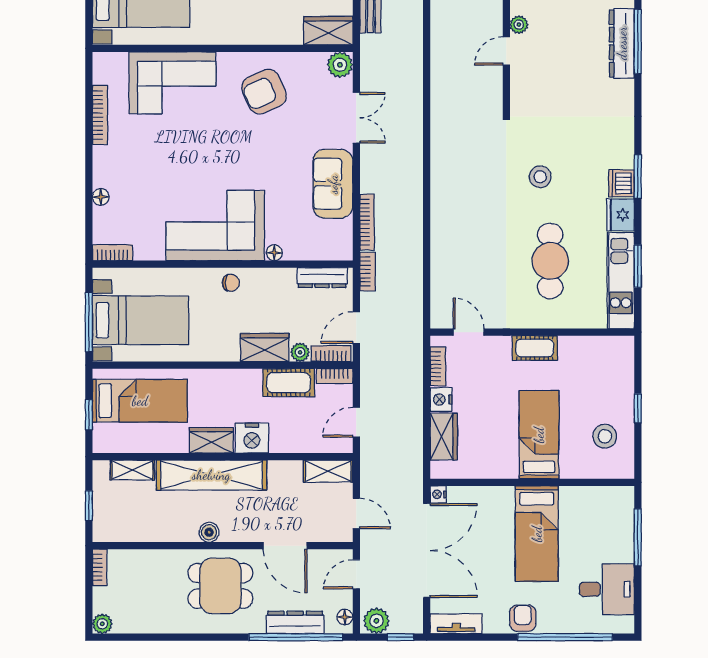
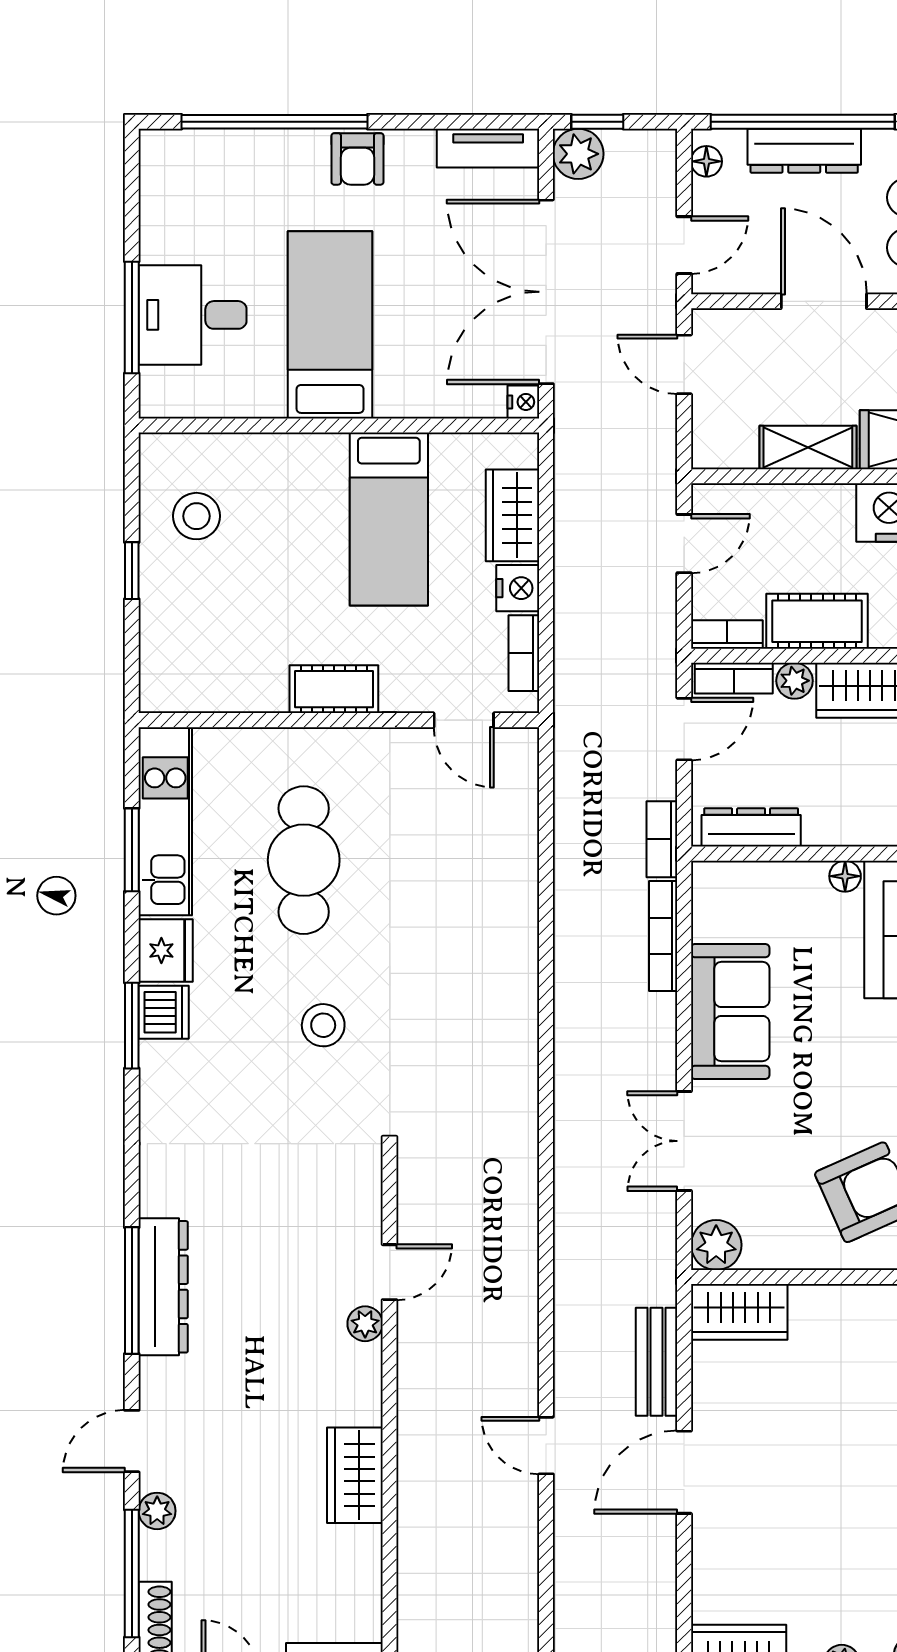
bed: (539, 435) -> (389, 519), moved
shelving: (328, 471) -> (808, 447), moved
desk: (607, 589) -> (193, 315), moved
plant: (376, 621) -> (578, 154), moved

